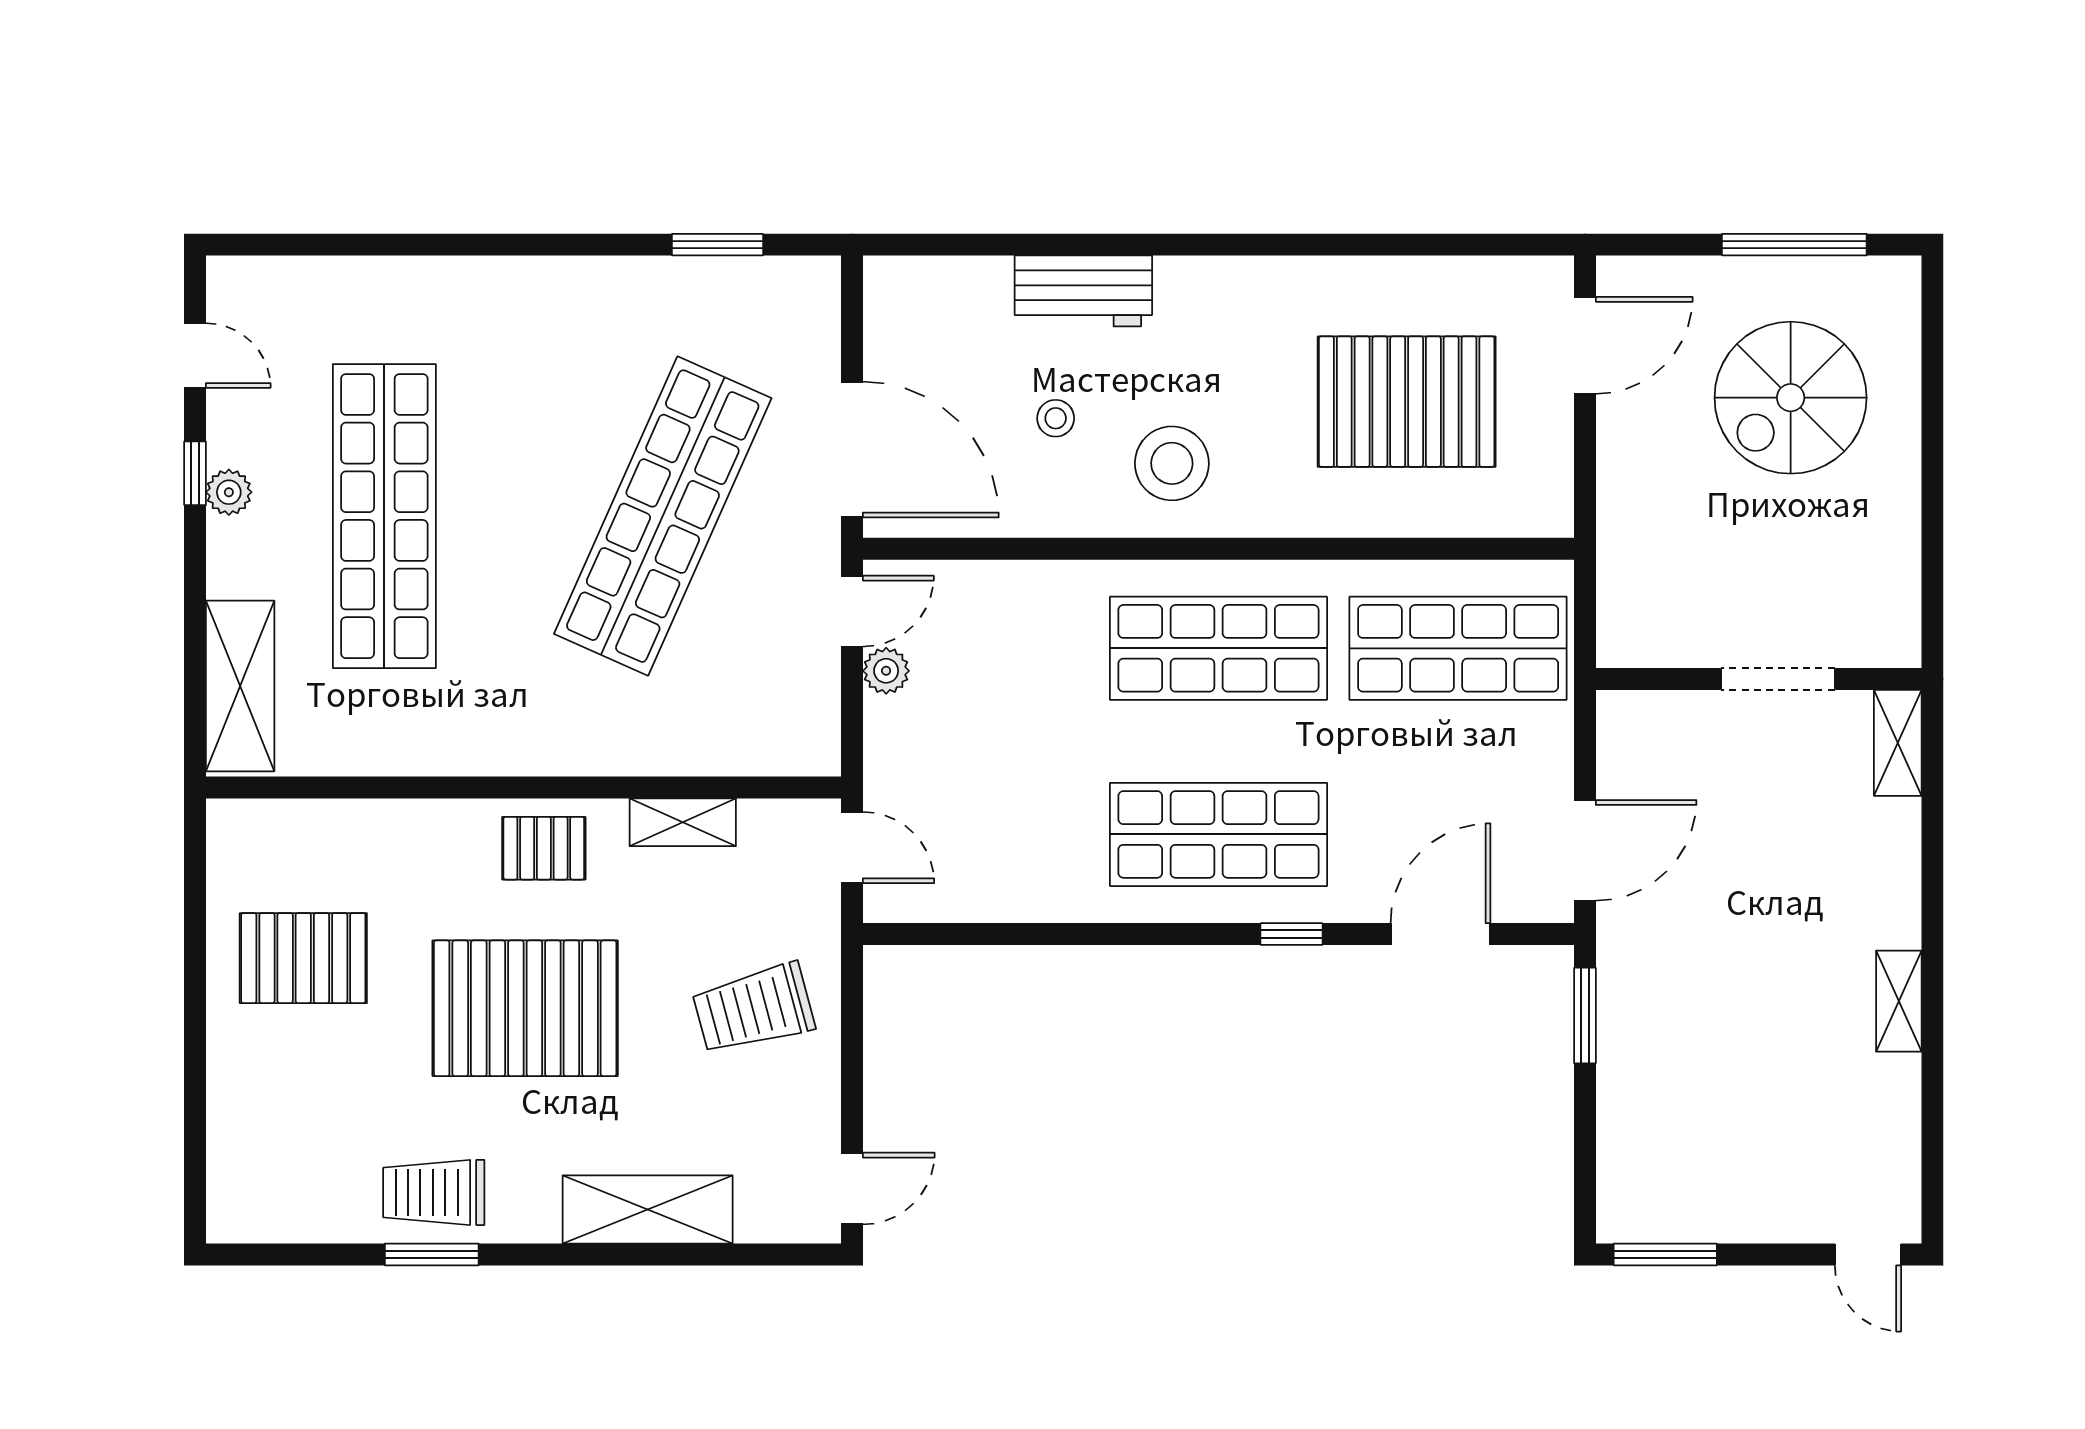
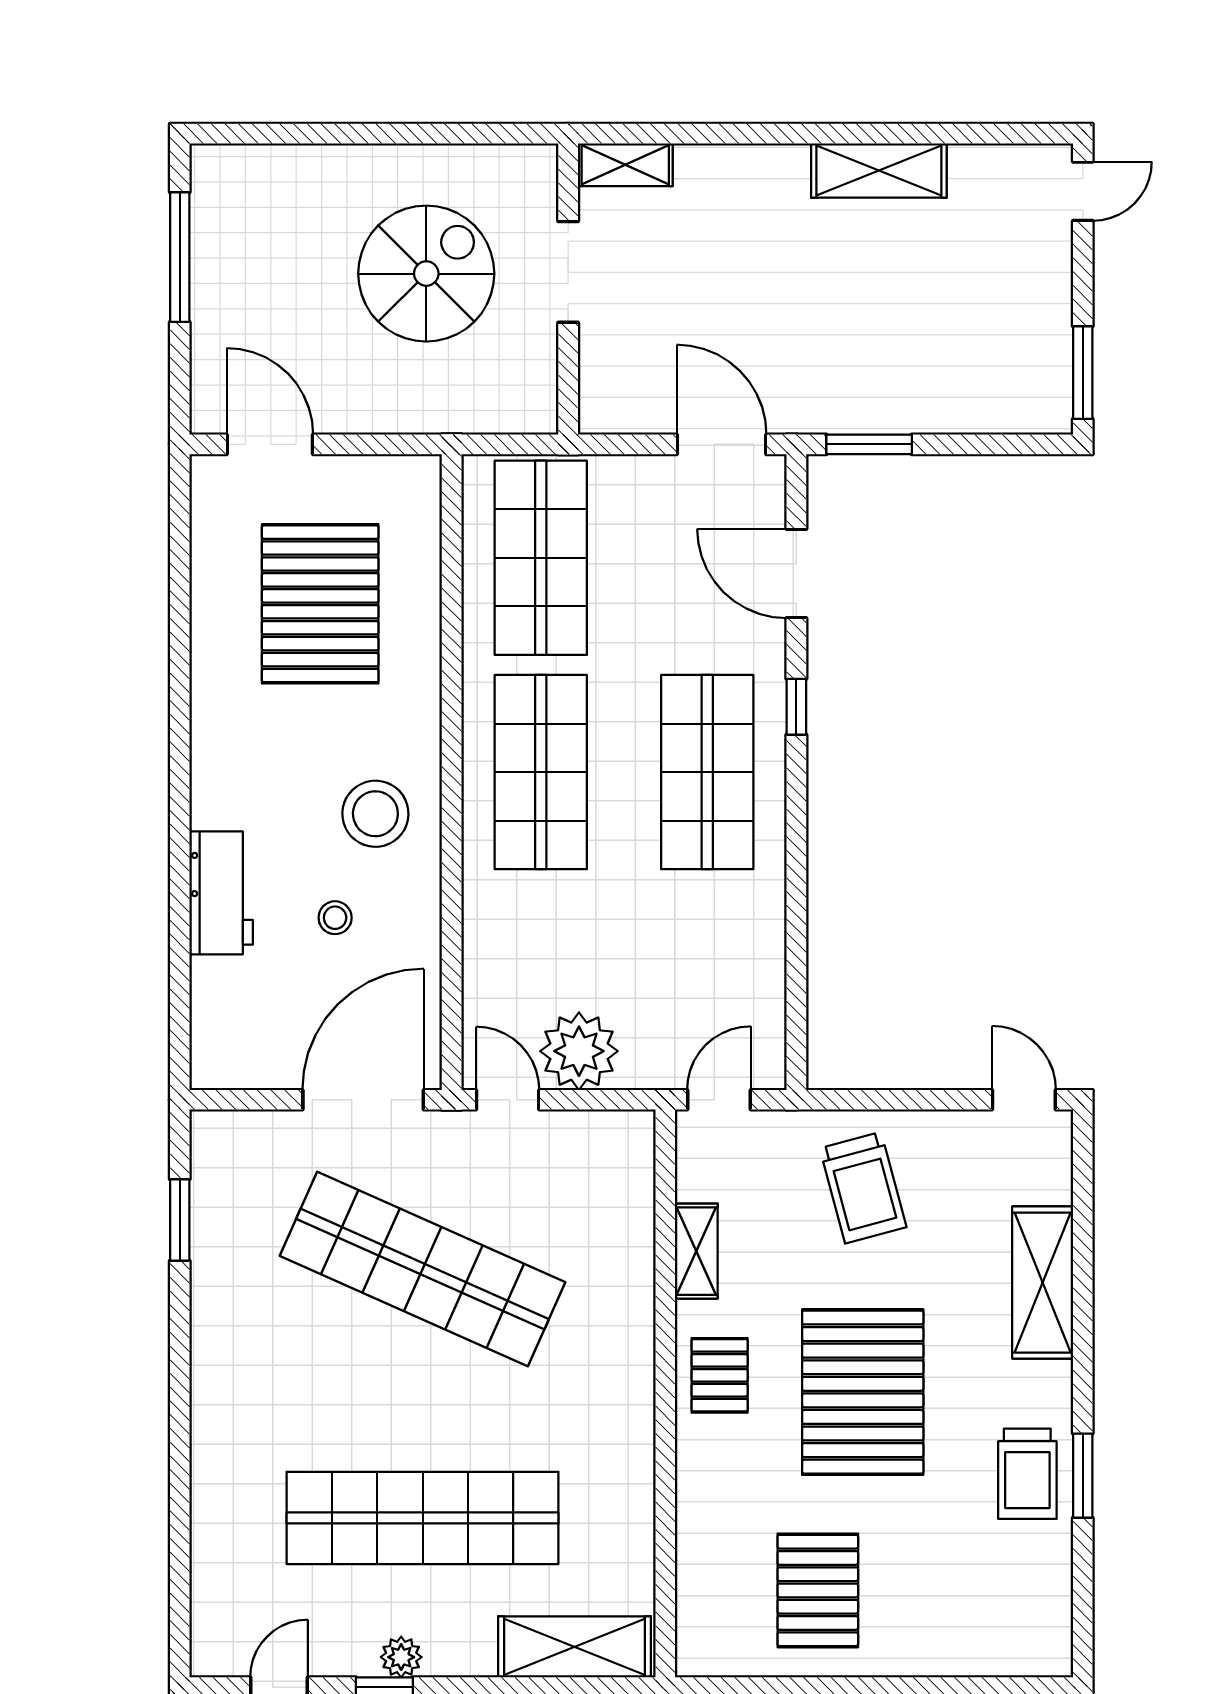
spiral stairs: (1791, 398) -> (426, 274), moved, turned -90
plant: (886, 671) -> (579, 1051), width x1.88, depth x1.88
shelving: (1899, 1001) -> (879, 171), width x1.50, depth x1.33

